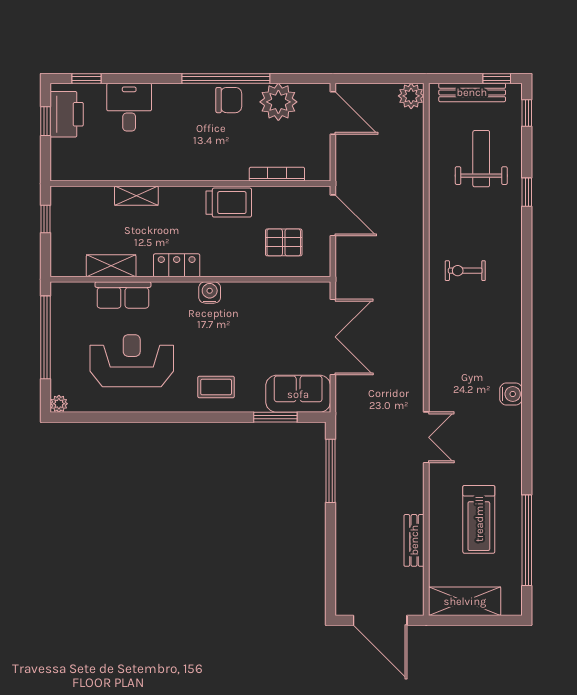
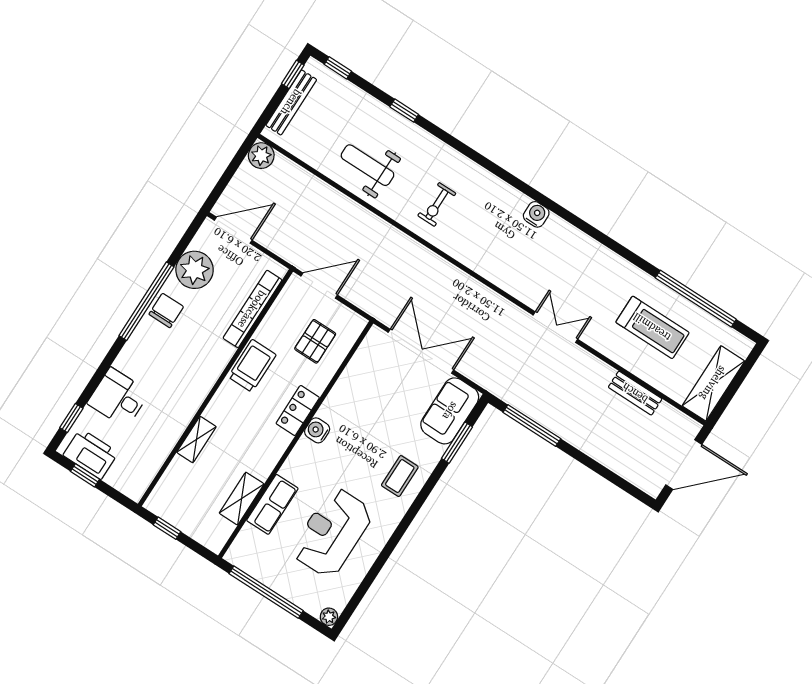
weight bench: (481, 159) -> (367, 165), moved
bookcase: (277, 174) -> (252, 309), width x1.48, depth x1.31
locker: (177, 265) -> (298, 410), moved
water cooler: (511, 394) -> (536, 214), moved

